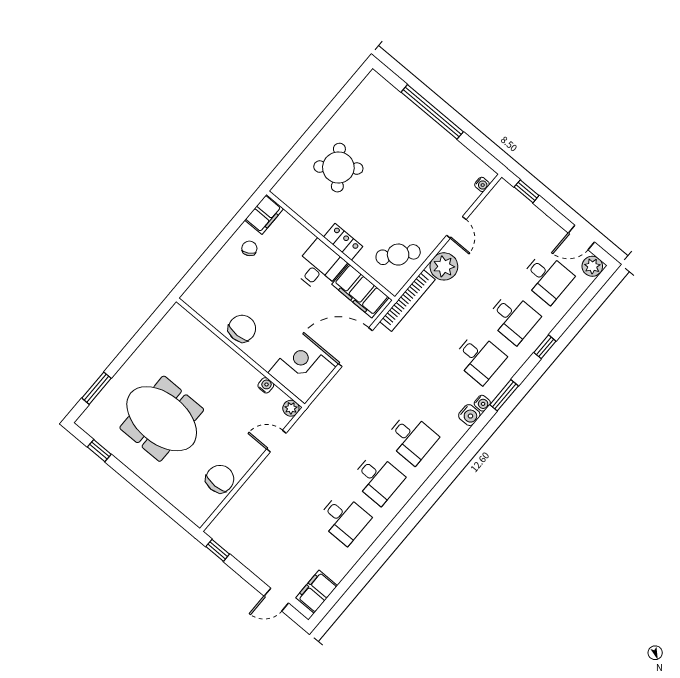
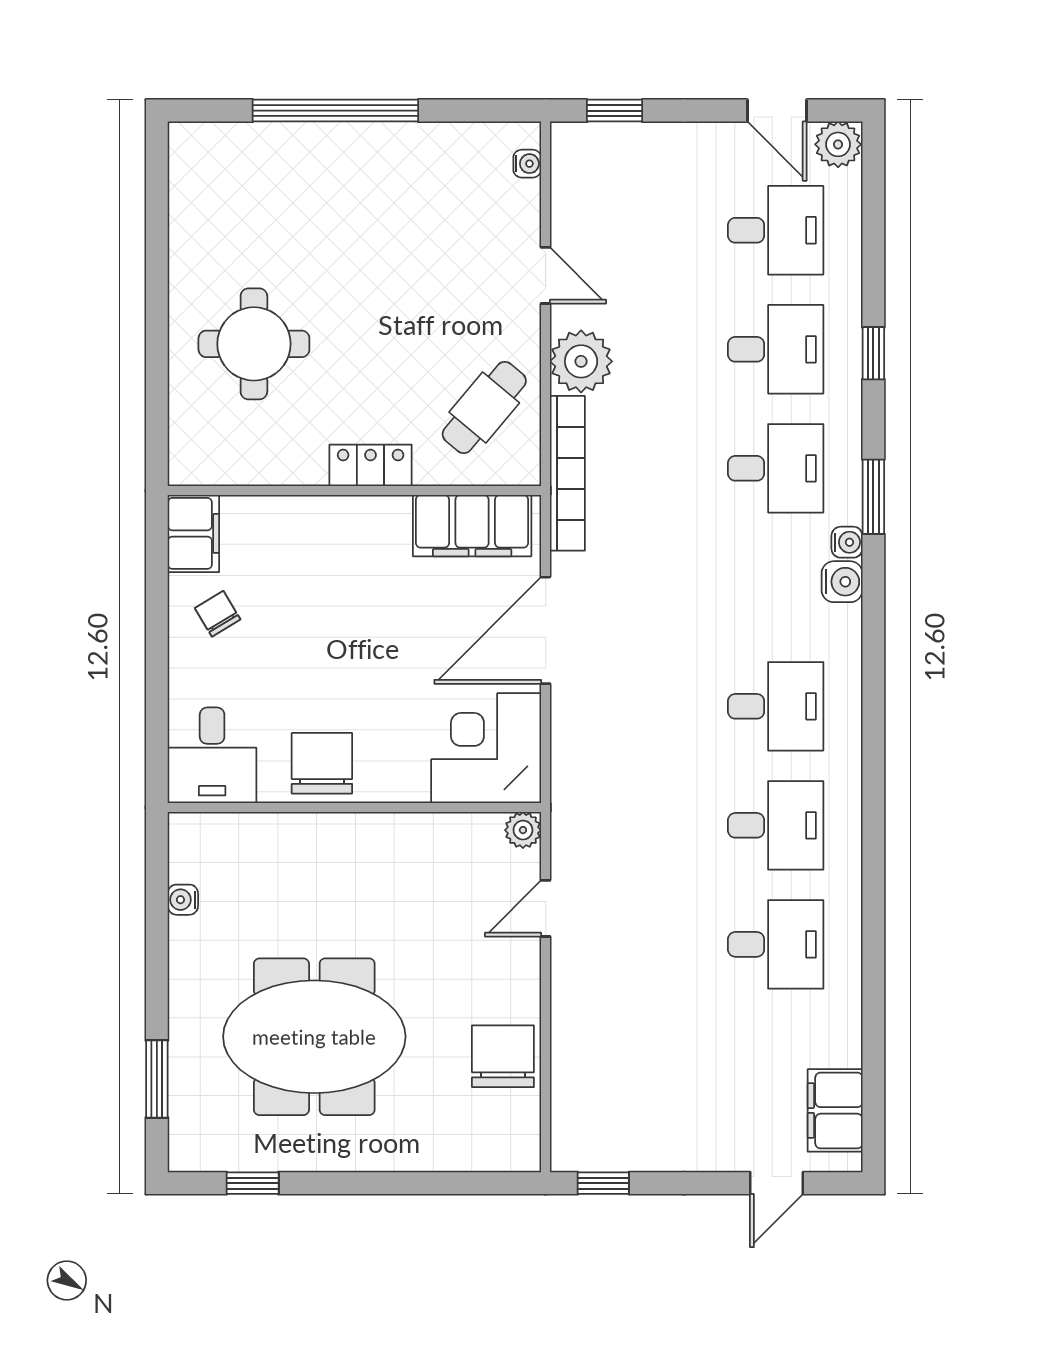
round table: (338, 168) -> (254, 344), turned 37
door: (581, 237) -> (777, 111), hinge flipped
desk: (319, 266) -> (212, 755), moved, turned 180
water cooler: (266, 385) -> (183, 900), moved, turned -90

